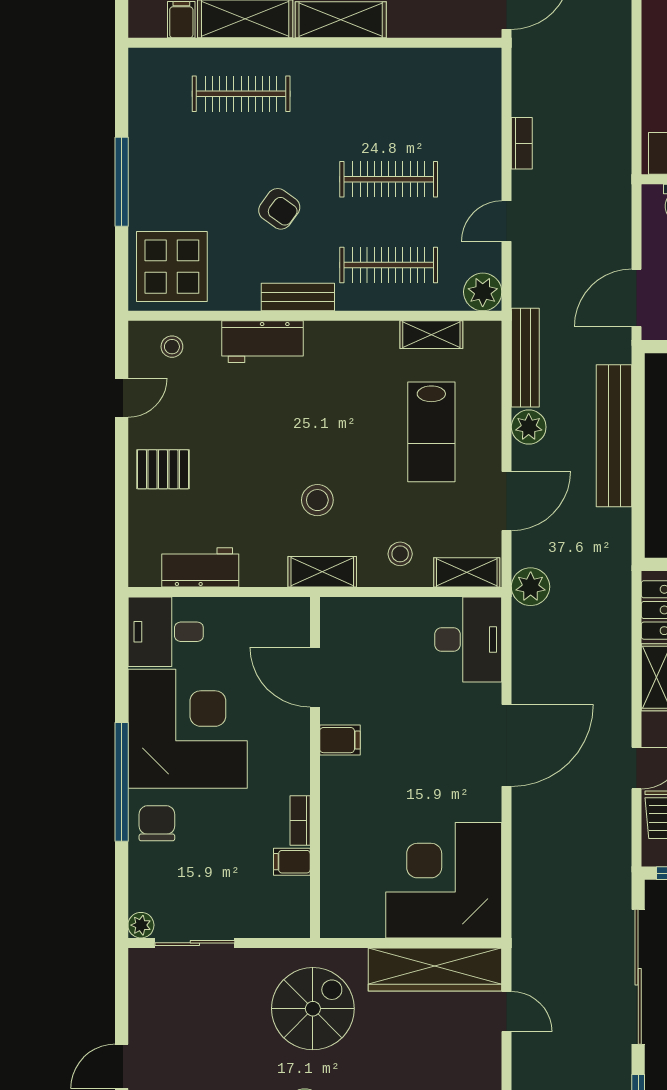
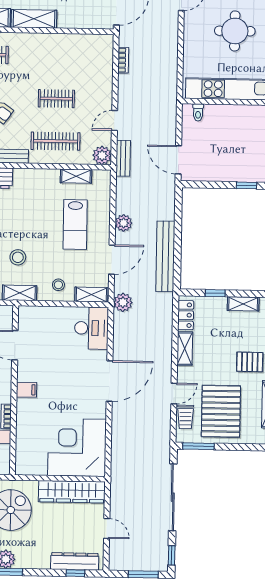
bookcase: (522, 143) -> (123, 60), moved
clothes rail: (389, 179) -> (56, 99), width x0.73
door: (637, 298) -> (178, 160), hinge flipped
bench: (525, 358) -> (123, 158), moved, width x0.73
bench: (614, 436) -> (165, 256), moved
filing cabinet: (340, 740) -> (26, 390), moved
door: (507, 1011) -> (107, 528), moved

